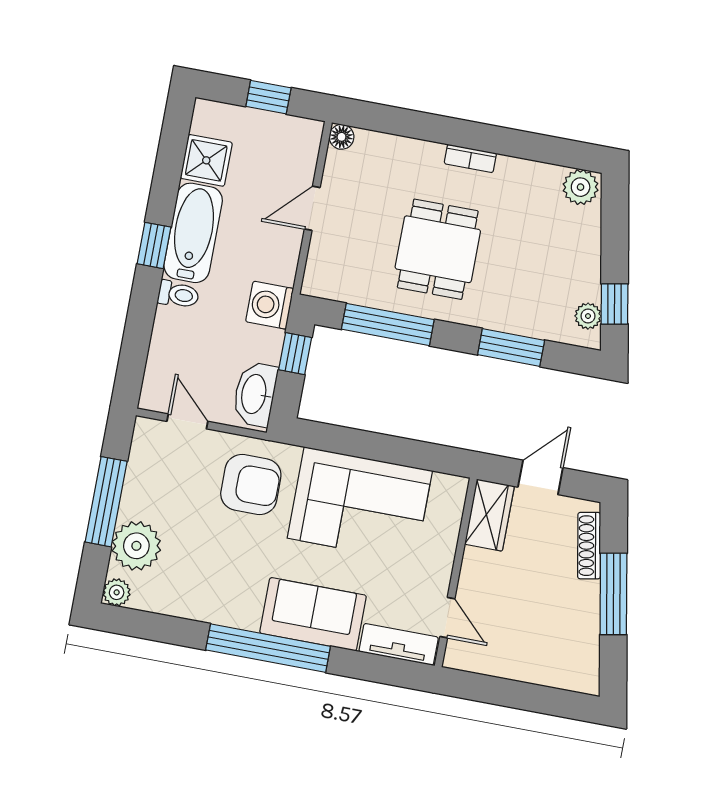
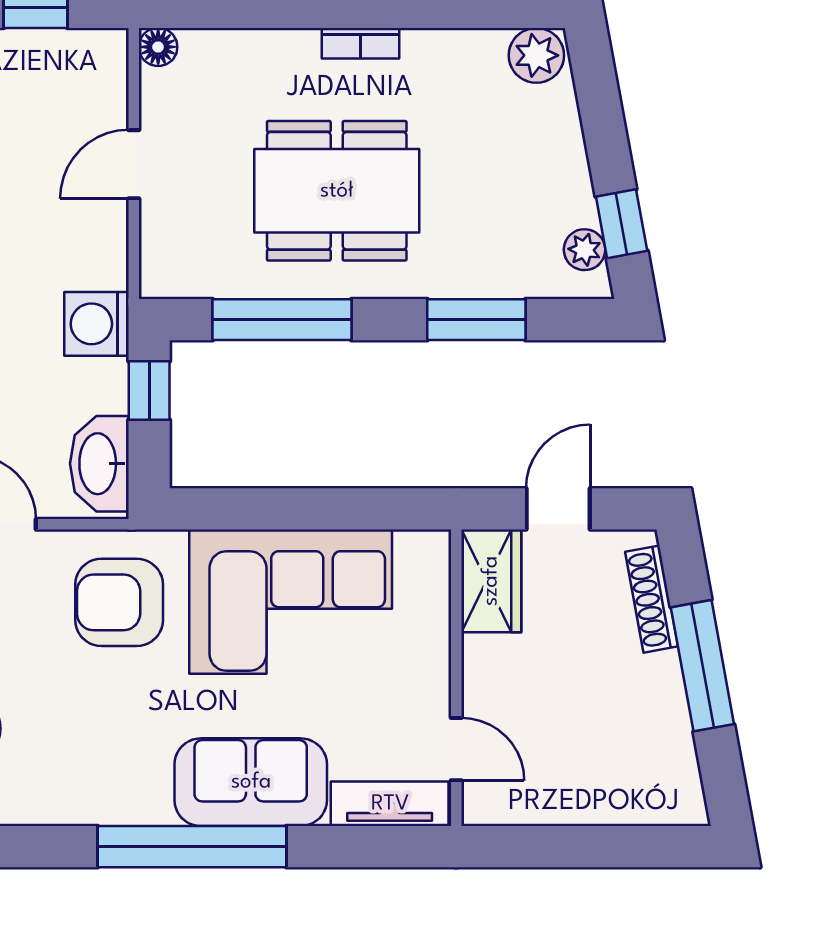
dining table: (438, 249) -> (337, 191), width x1.38
armchair: (251, 485) -> (119, 602), turned 180

